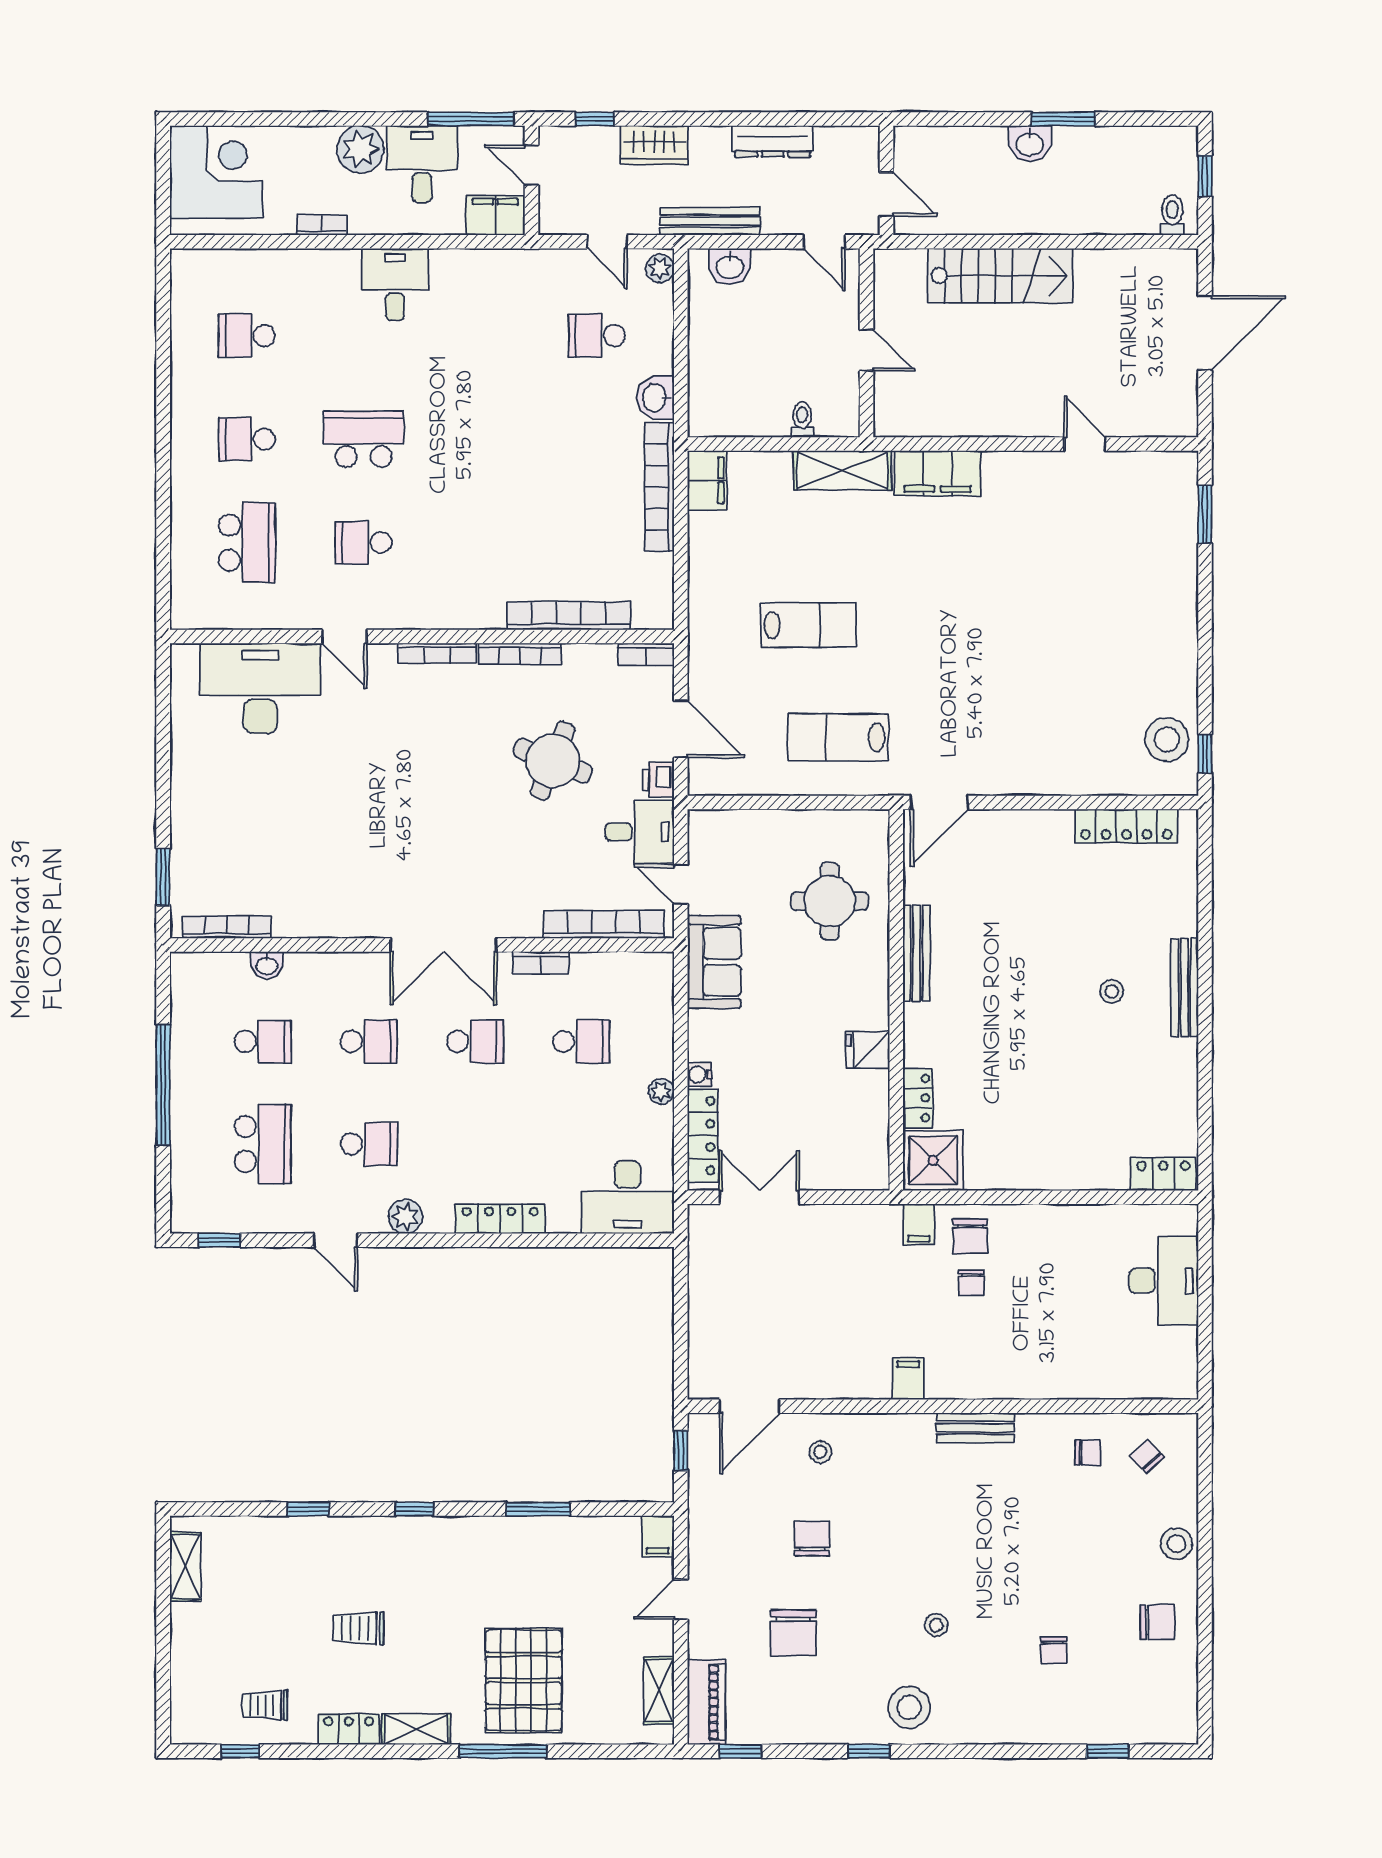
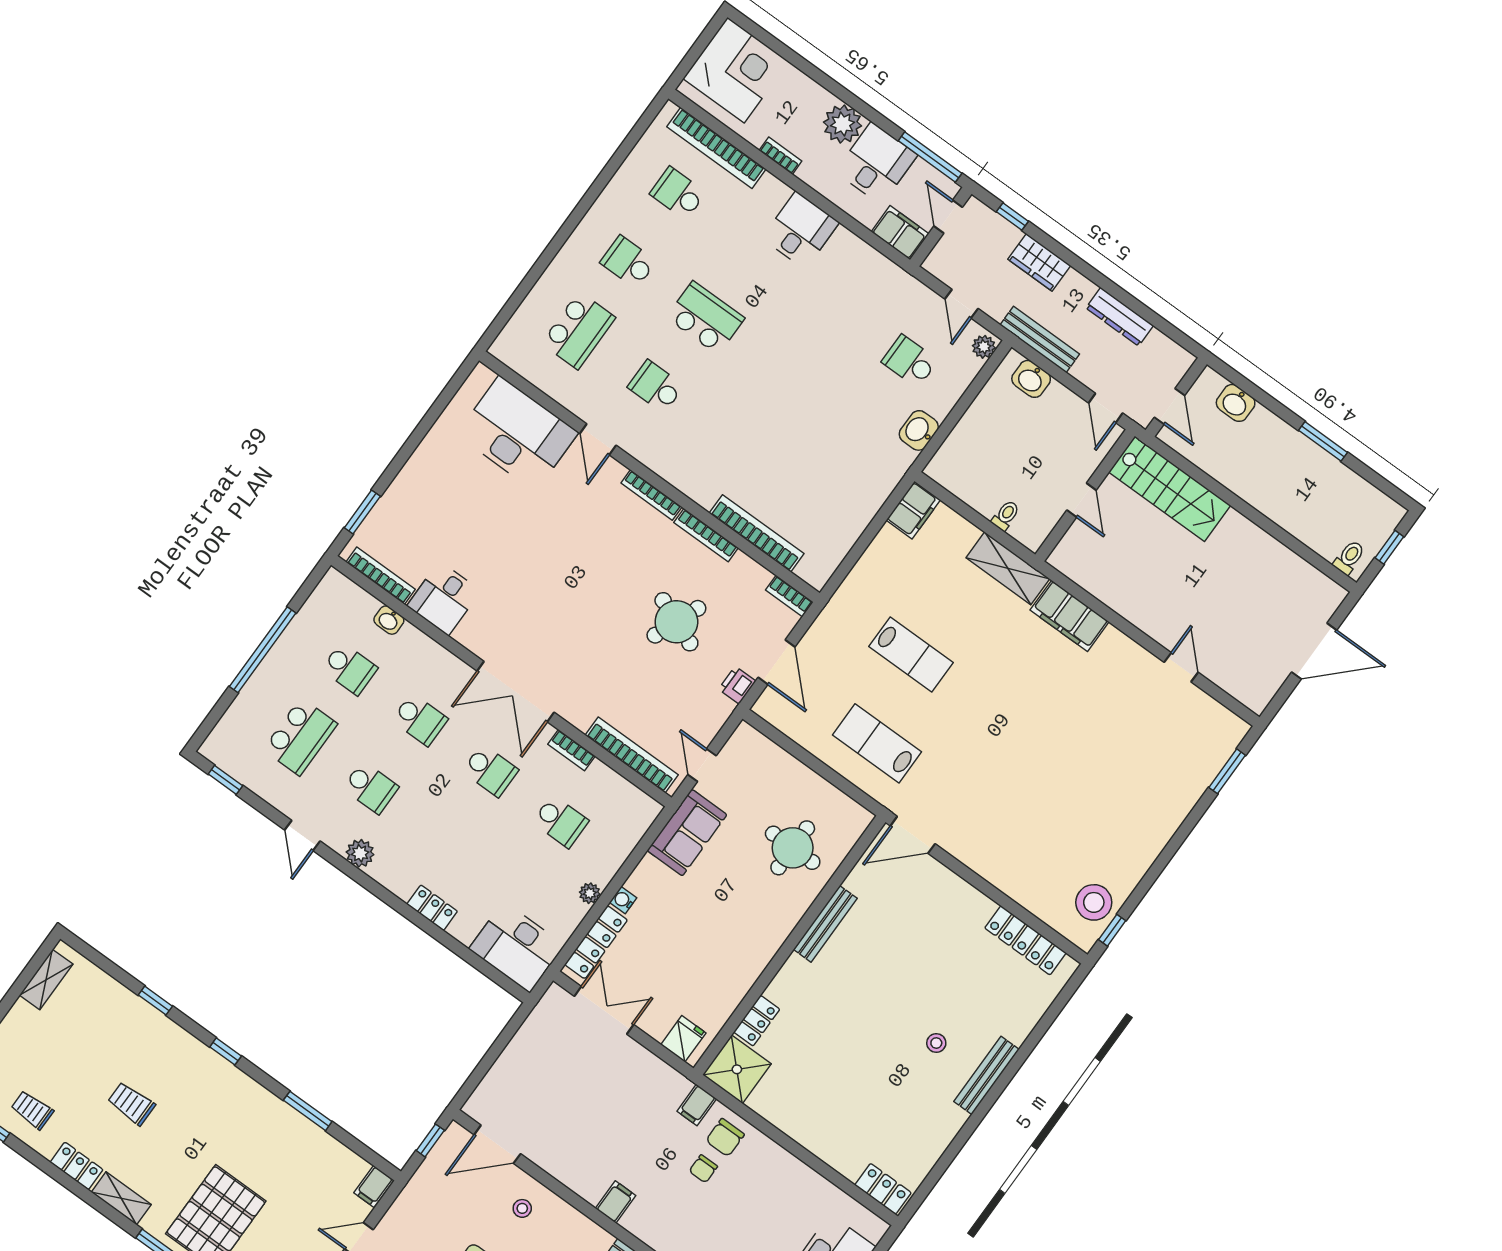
washbasin: (1030, 144) -> (1236, 403), moved
stairs: (1000, 276) -> (1170, 489), moved
bookcase: (659, 487) -> (716, 148), moved, turned -90
desk: (640, 832) -> (444, 598), moved, turned 90
fridge: (868, 1050) -> (683, 1039), moved, turned 90
locker: (500, 1219) -> (432, 908), width x0.66

